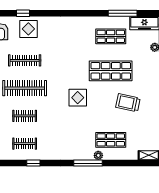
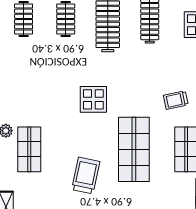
trolley: (78, 43) -> (176, 100), added

